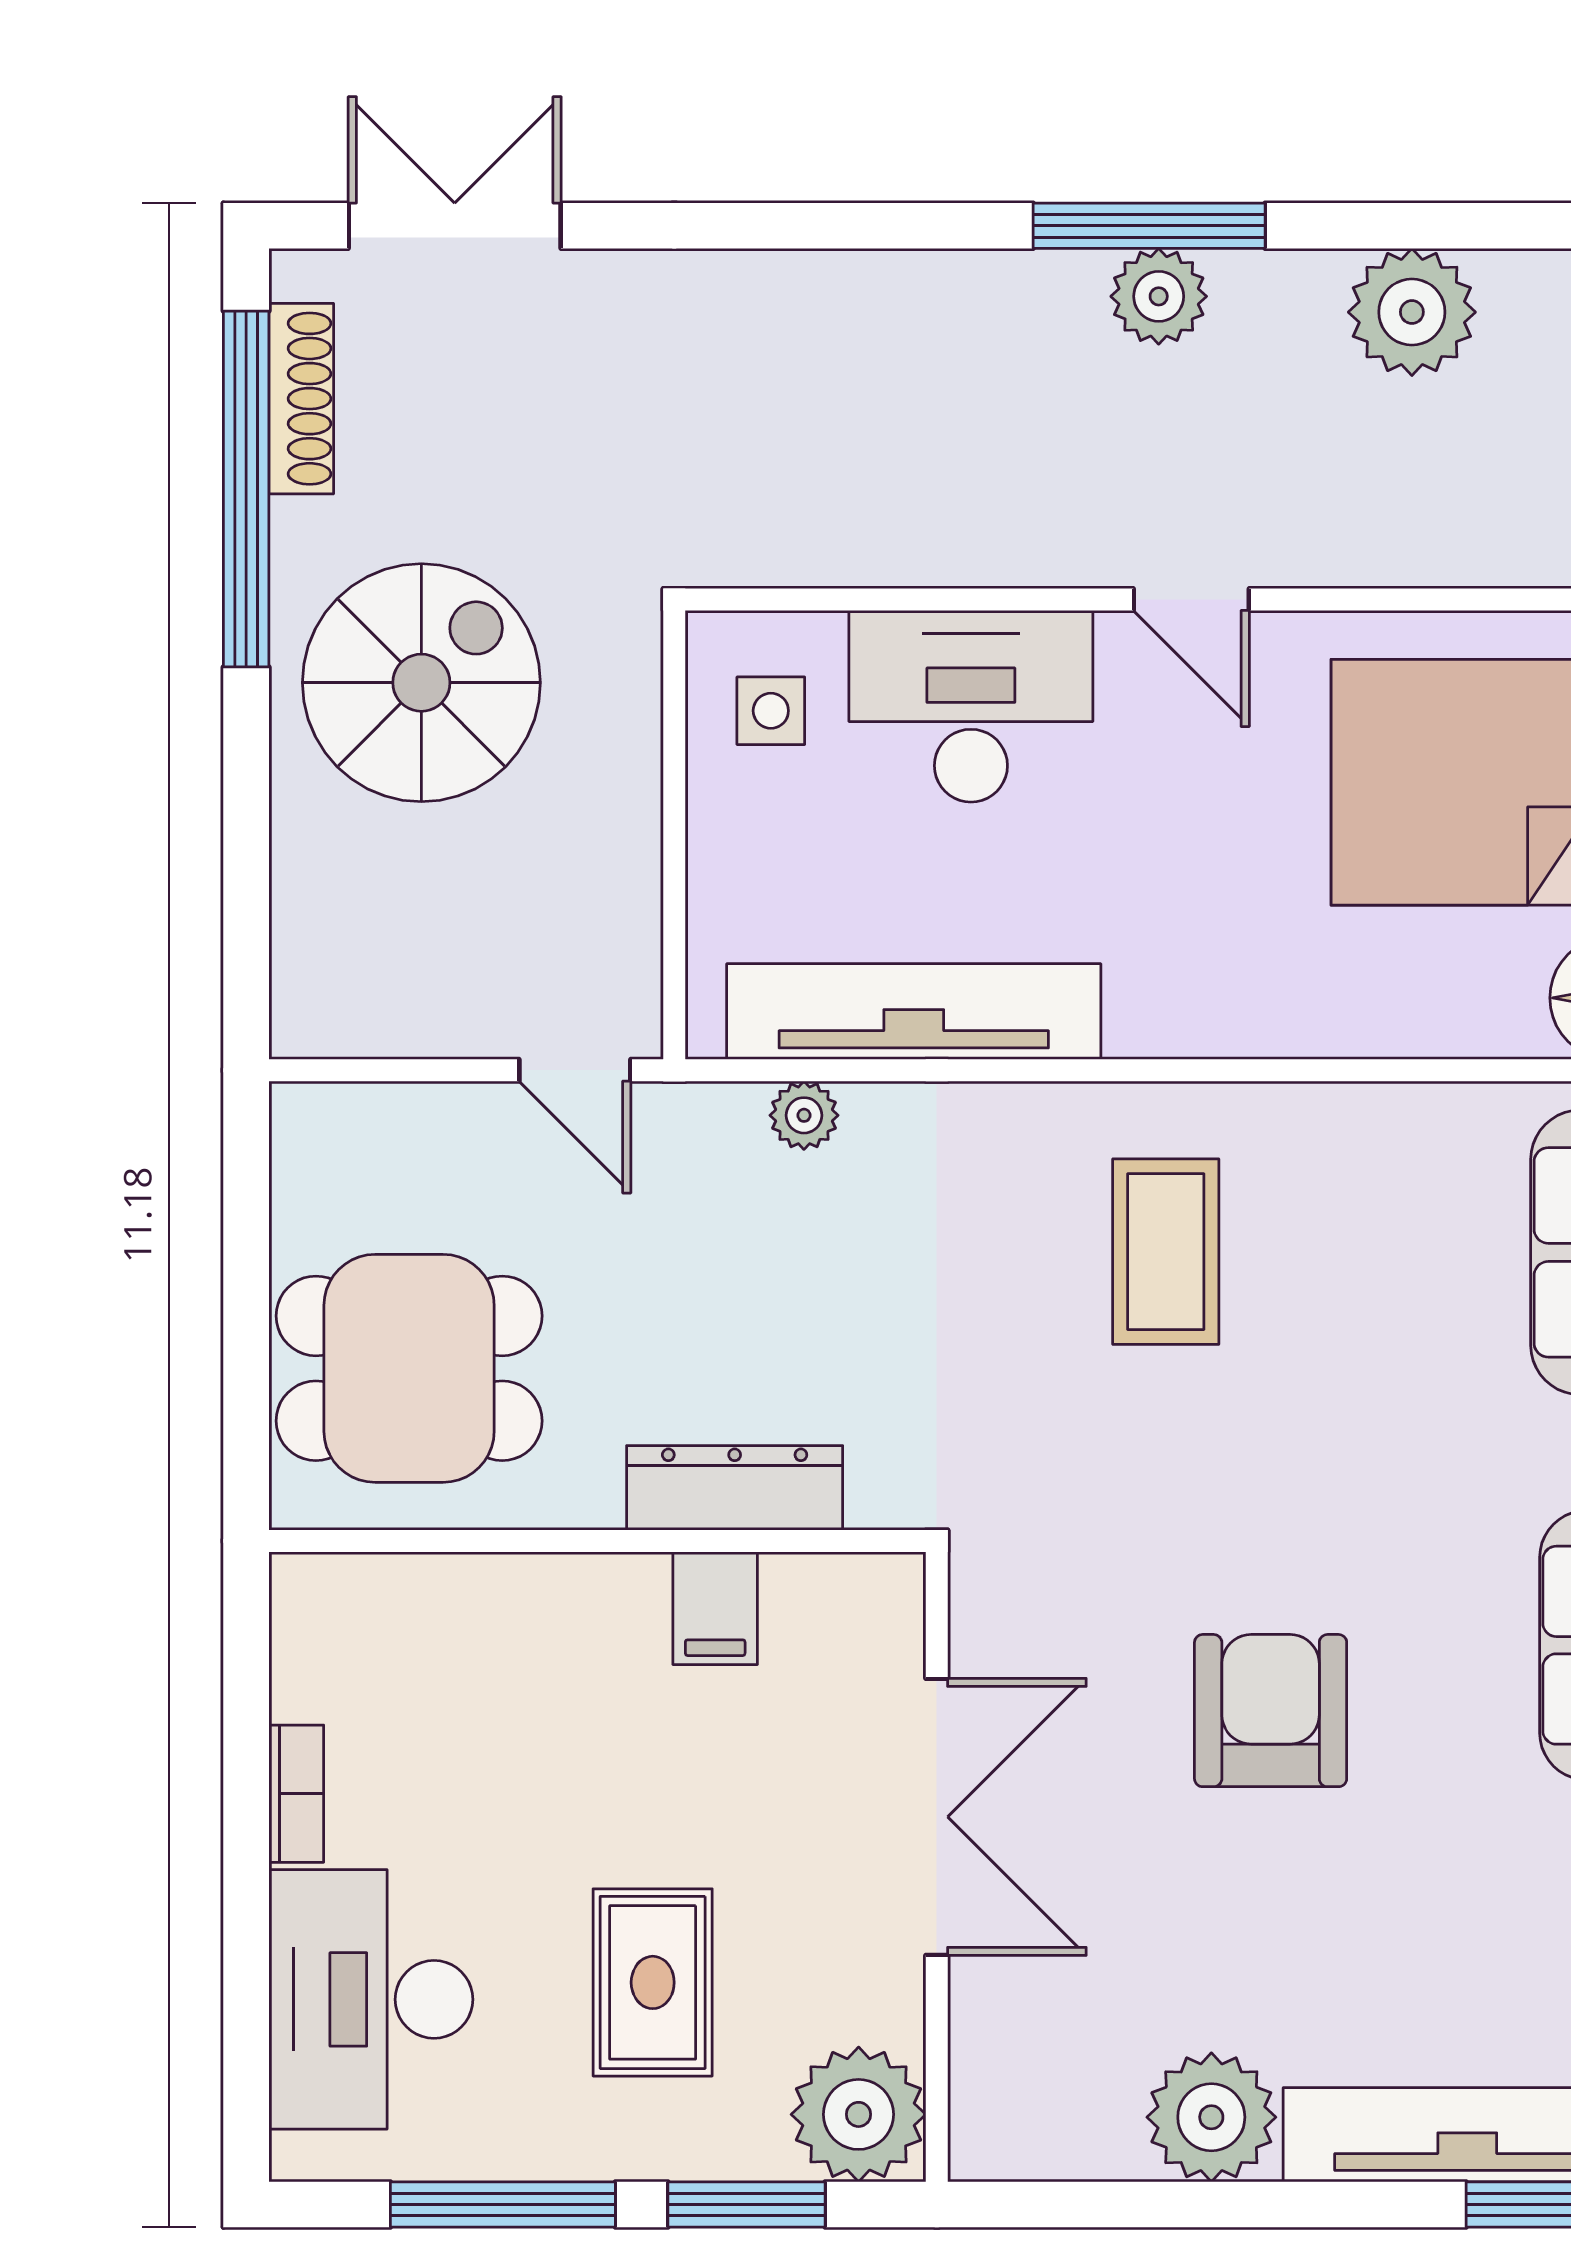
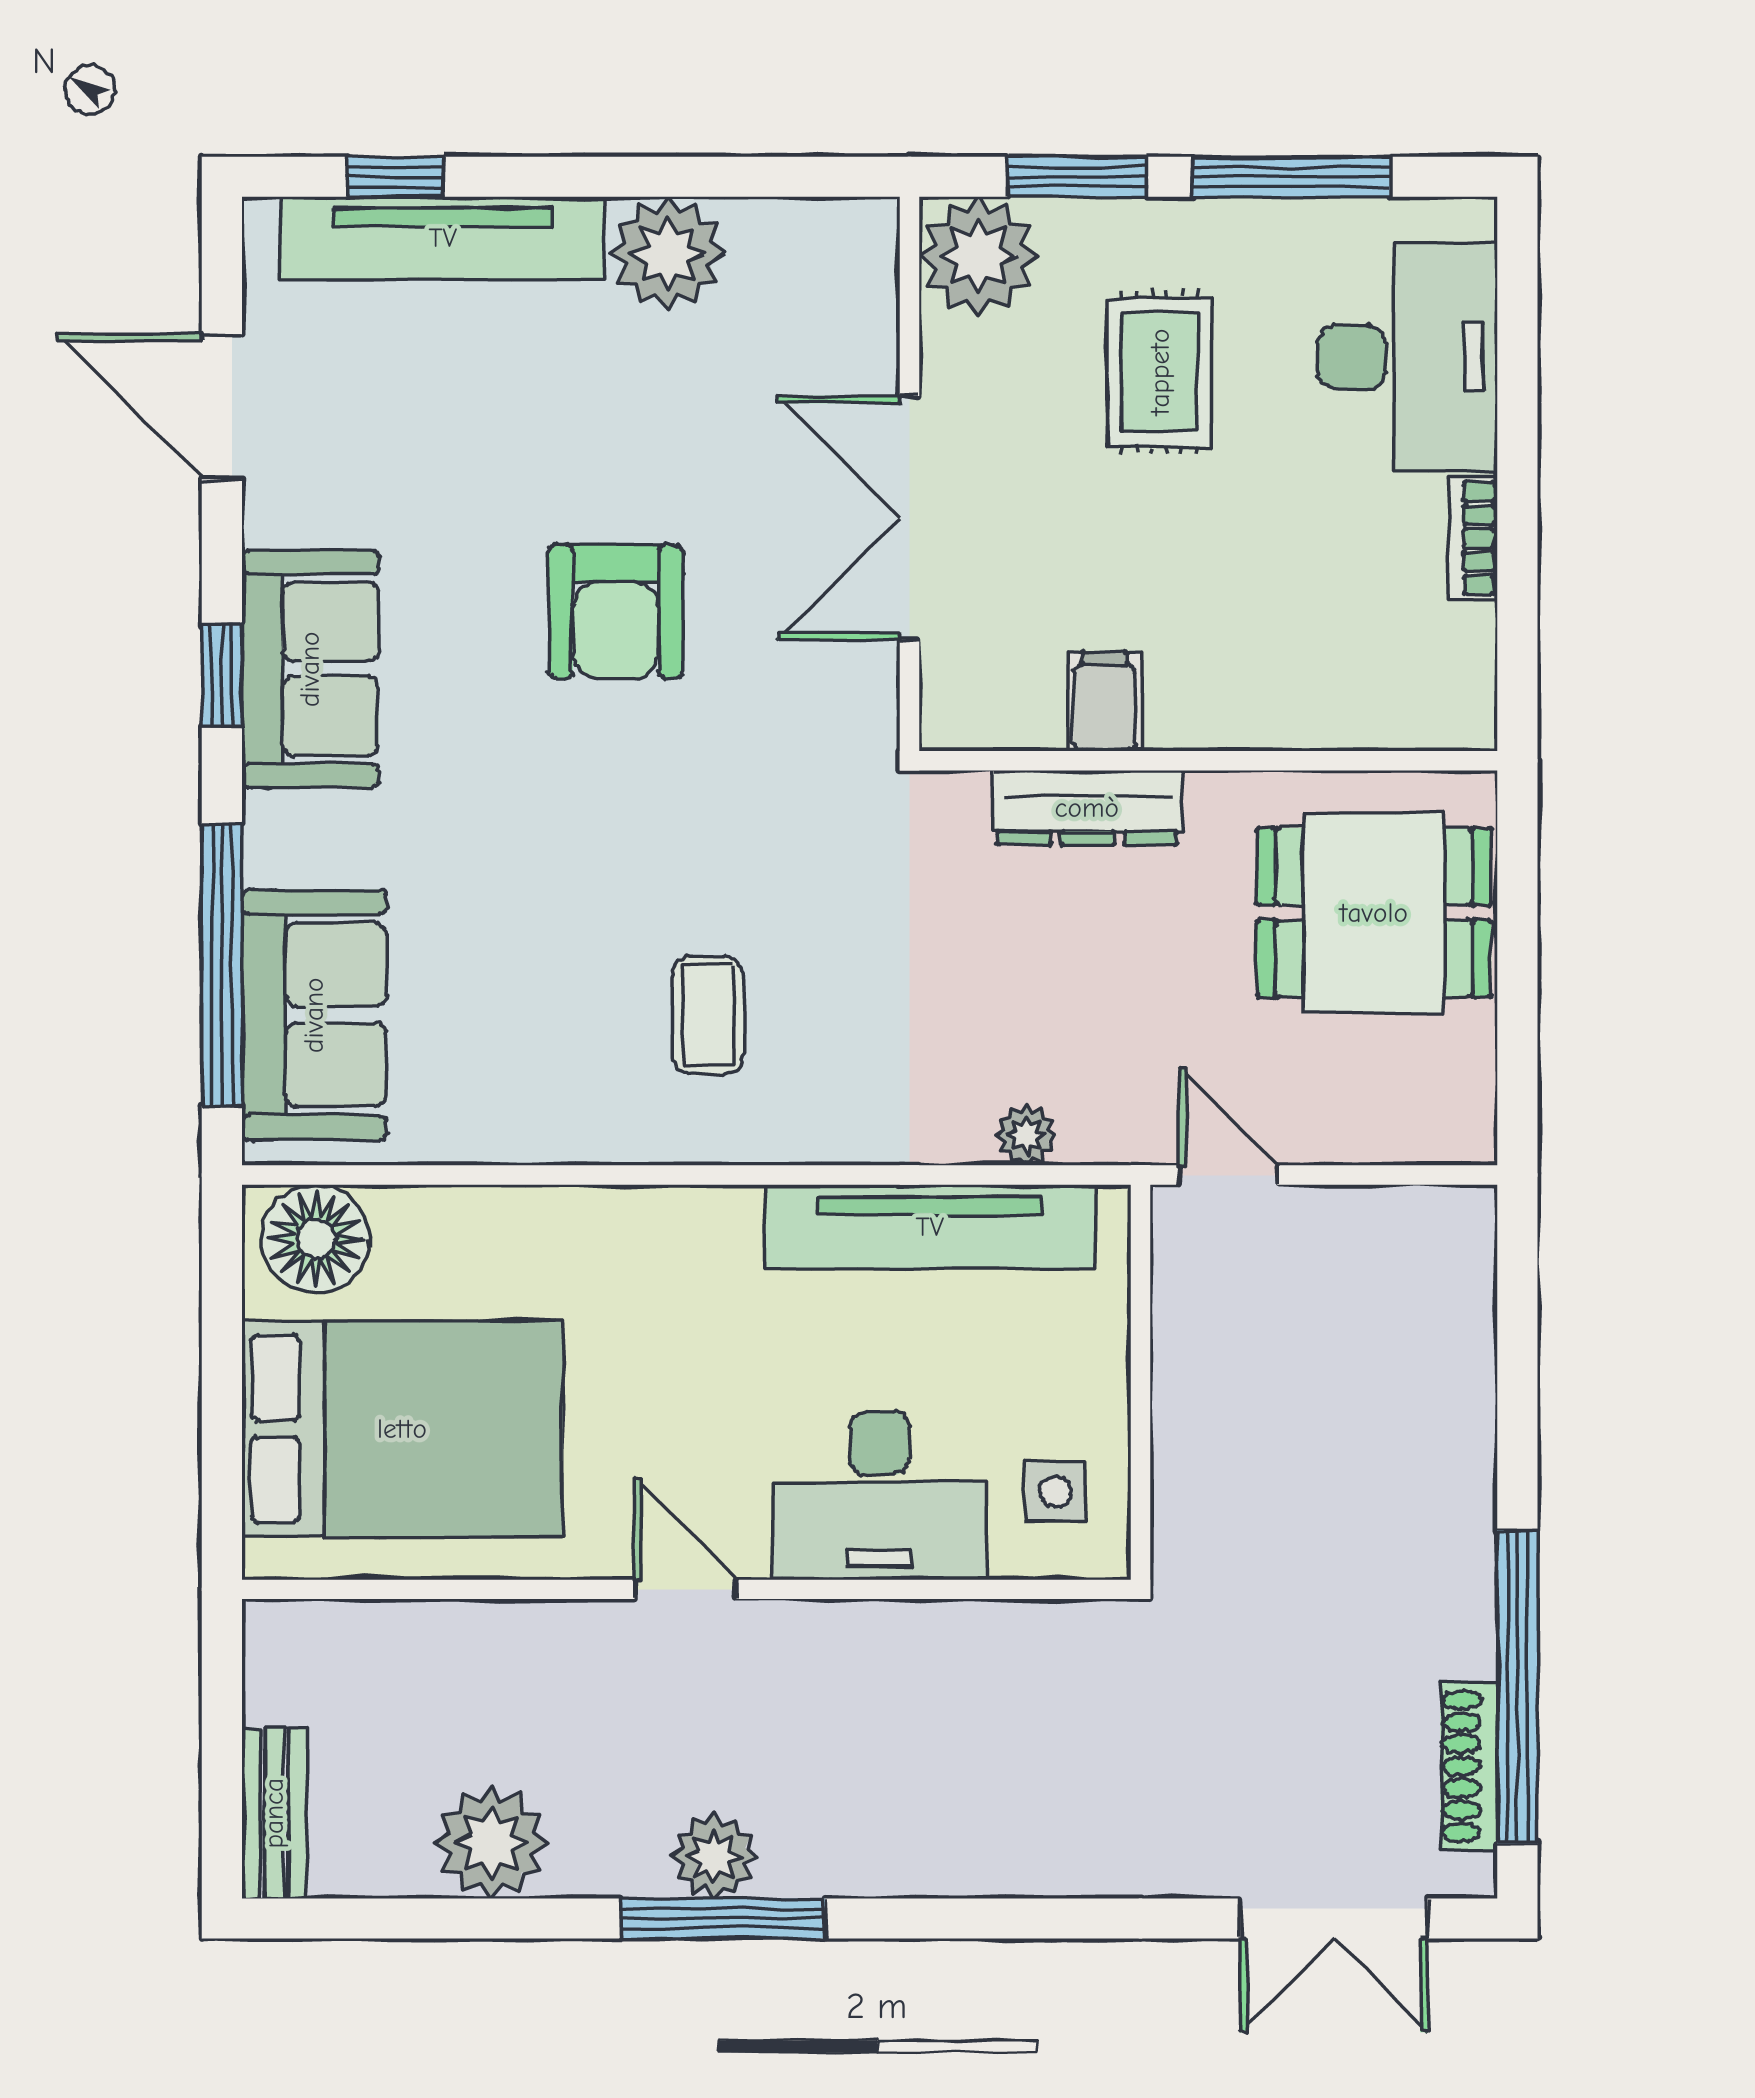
spiral stairs: (421, 683) -> (1363, 1516), removed
coffee table: (1166, 1252) -> (708, 1015), width x0.73, depth x0.77

